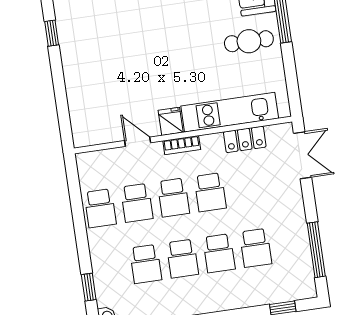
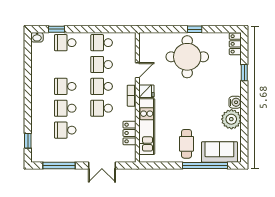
window: (52, 33) -> (195, 29), moved
round table: (103, 61) -> (187, 57), added
double door: (303, 155) -> (102, 165), moved
school desk: (146, 264) -> (65, 43), moved

